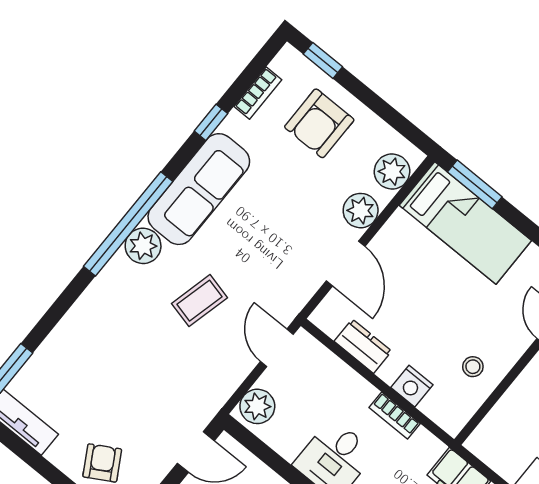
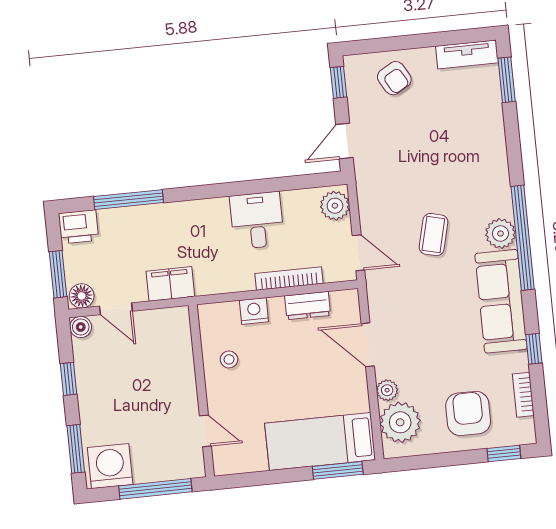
plant: (392, 171) -> (400, 422), width x1.36, depth x1.36
plant: (361, 211) -> (387, 390), width x0.73, depth x0.73
bookcase: (395, 415) -> (289, 279), moved, width x1.56

